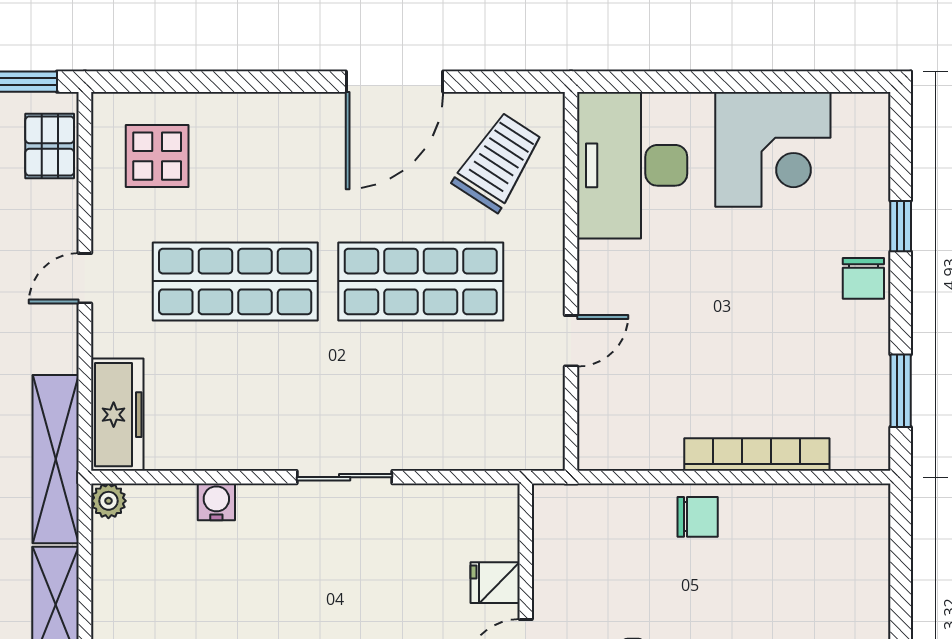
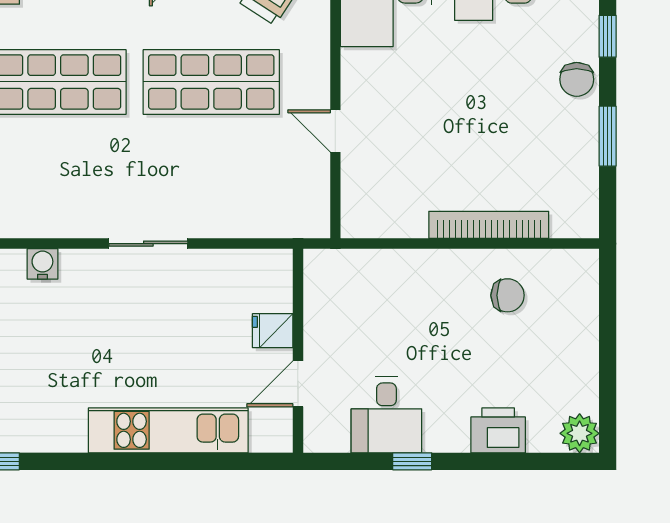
door: (571, 341) -> (335, 131), swing flipped
window: (901, 391) -> (608, 136), moved
chair: (698, 517) -> (508, 295), moved

